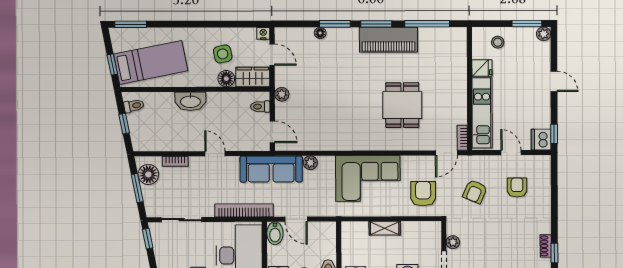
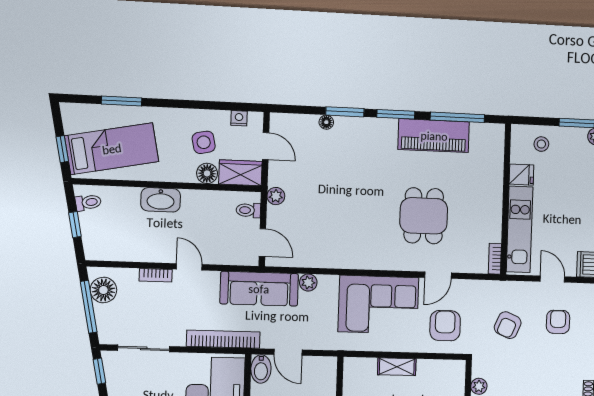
window: (131, 24) -> (122, 101), moved
nightstand: (263, 33) -> (239, 118), moved
piano: (388, 40) -> (434, 136), moved
door: (446, 153) -> (438, 275), moved
bookcase: (175, 161) -> (156, 275), moved
window: (137, 188) -> (89, 307), width x1.44

